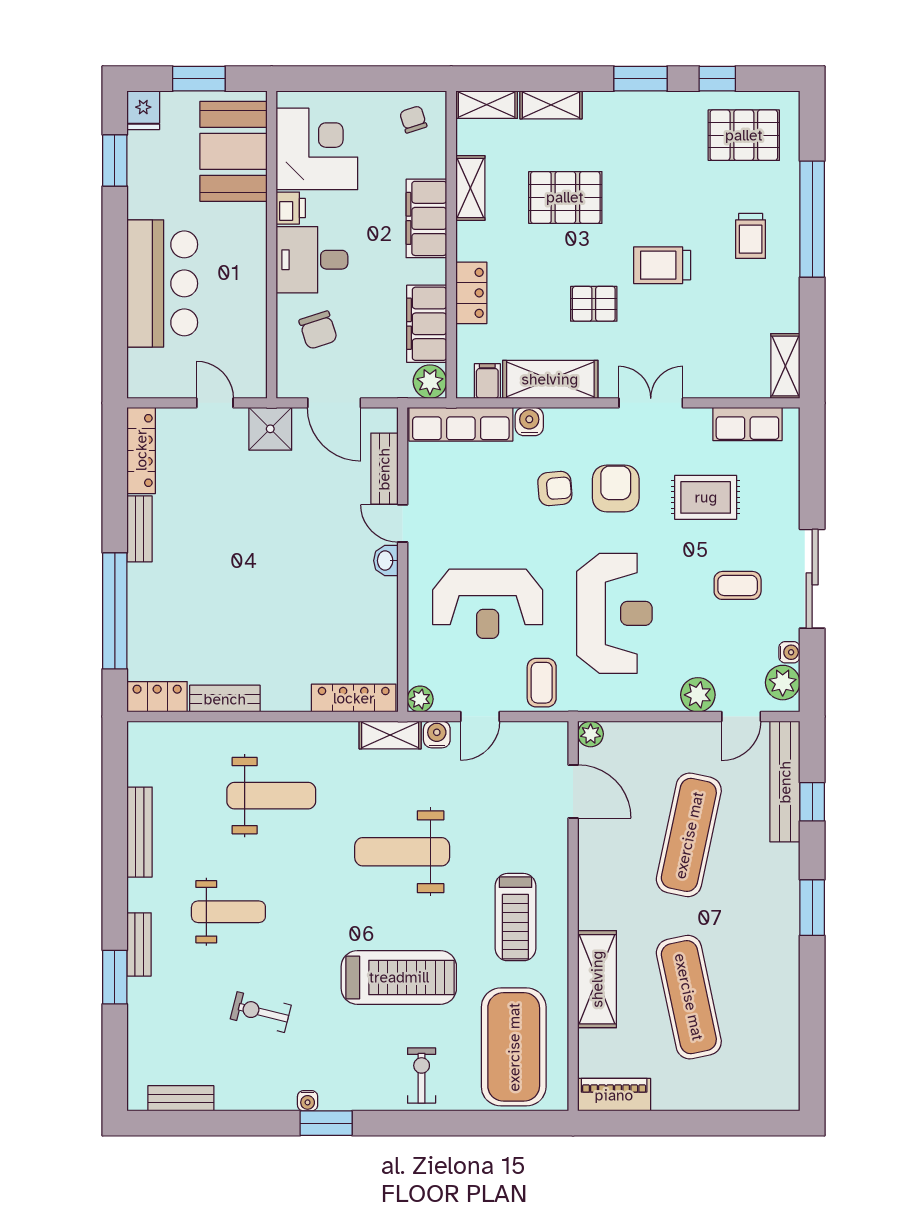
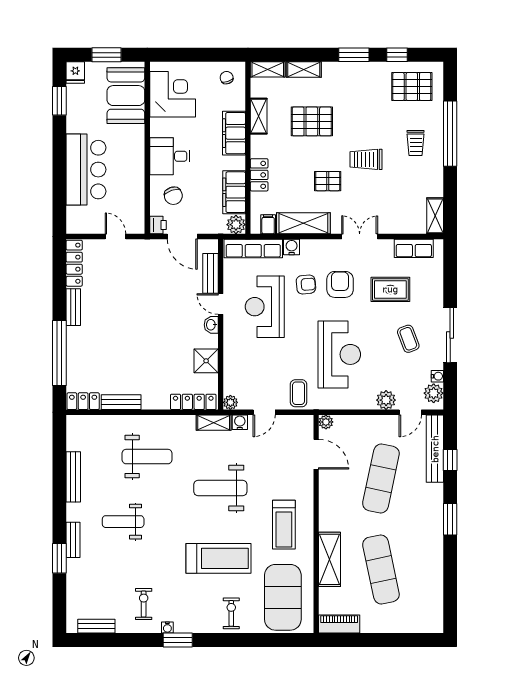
printer: (291, 208) -> (158, 225), moved
shower: (270, 429) -> (206, 361), moved
coffee table: (738, 585) -> (408, 339), turned 69
reception desk: (488, 604) -> (265, 307), moved, turned 90
weight bench: (228, 912) -> (123, 522), turned 180
exercise bike: (261, 1012) -> (144, 604), moved, turned 76

